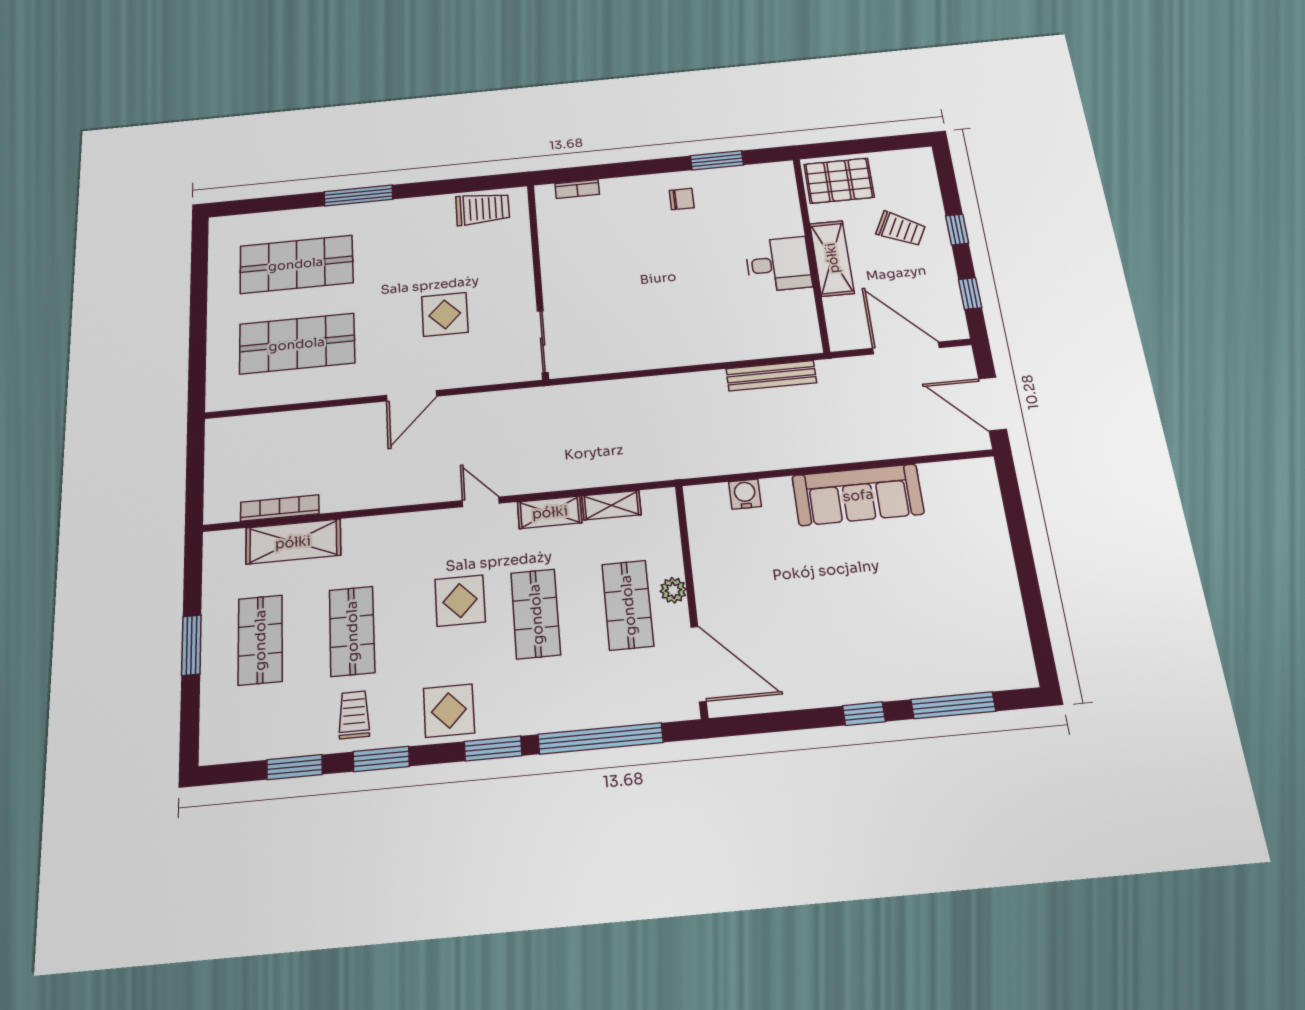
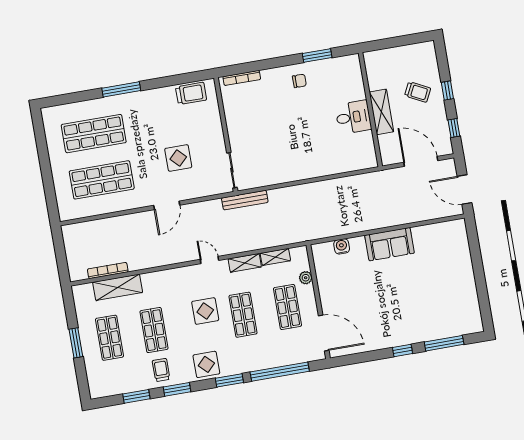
pallet: (839, 181) -> (384, 64), removed
bookcase: (577, 189) -> (242, 78), width x1.56
bench: (771, 376) -> (245, 200), moved
sofa: (858, 495) -> (389, 244), width x0.73
plant: (673, 590) -> (306, 278), moved

